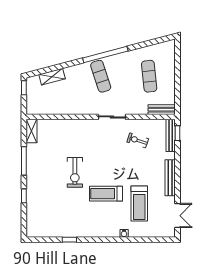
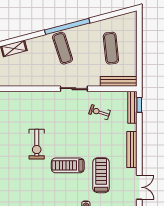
bench: (161, 110) -> (118, 81), width x1.36
treadmill: (139, 203) -> (101, 175), turned 180

